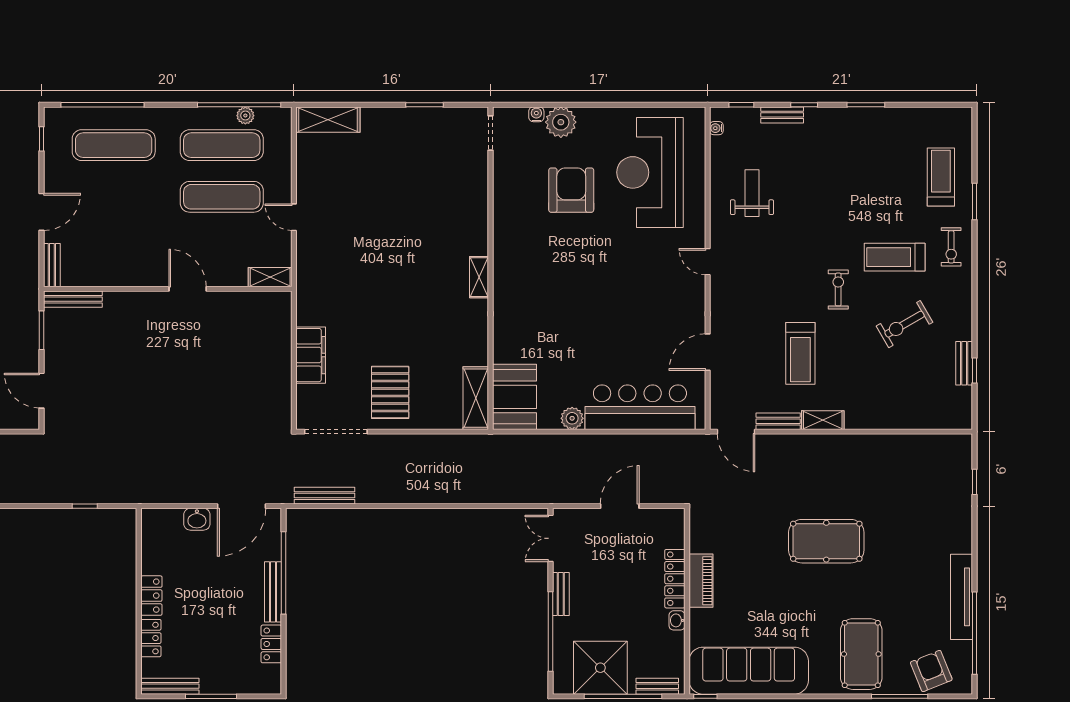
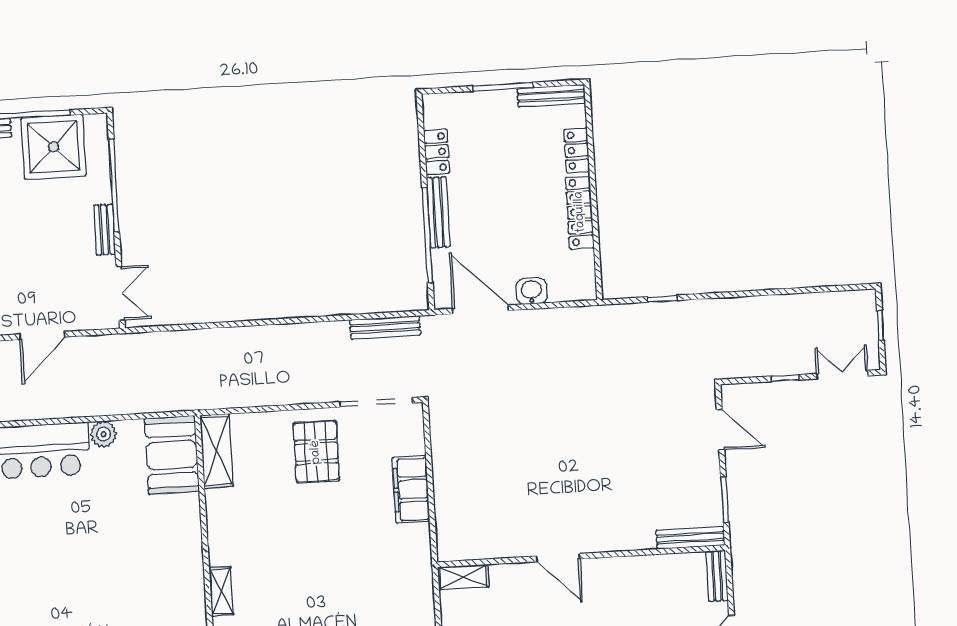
door: (242, 506) -> (481, 310), hinge flipped
locker: (151, 596) -> (580, 212), width x1.53

